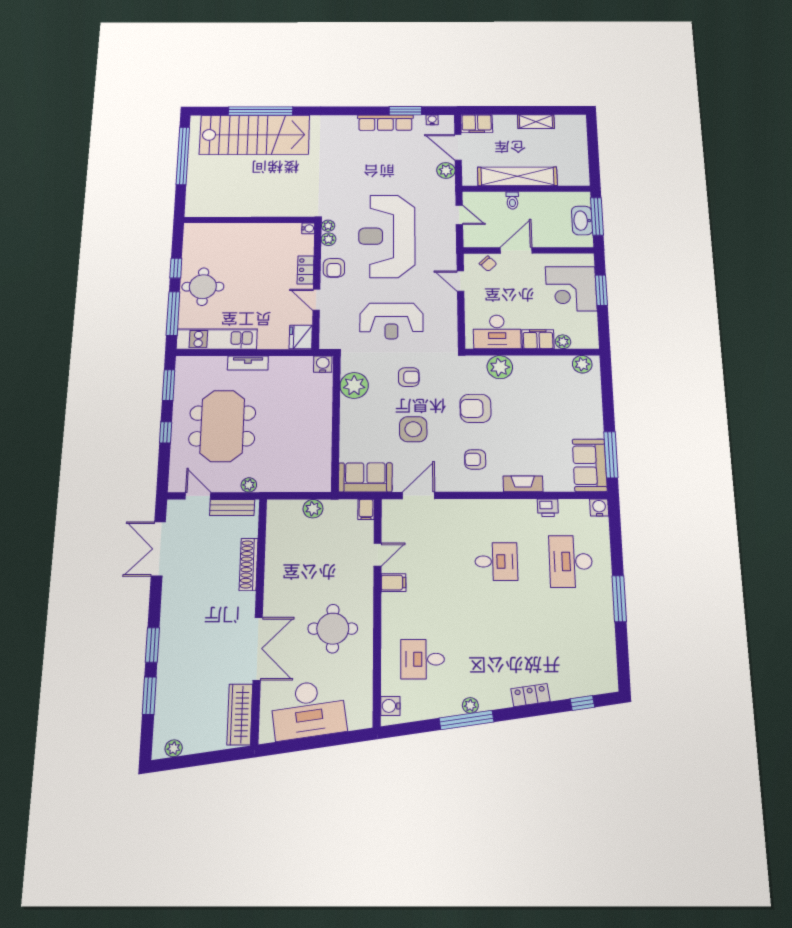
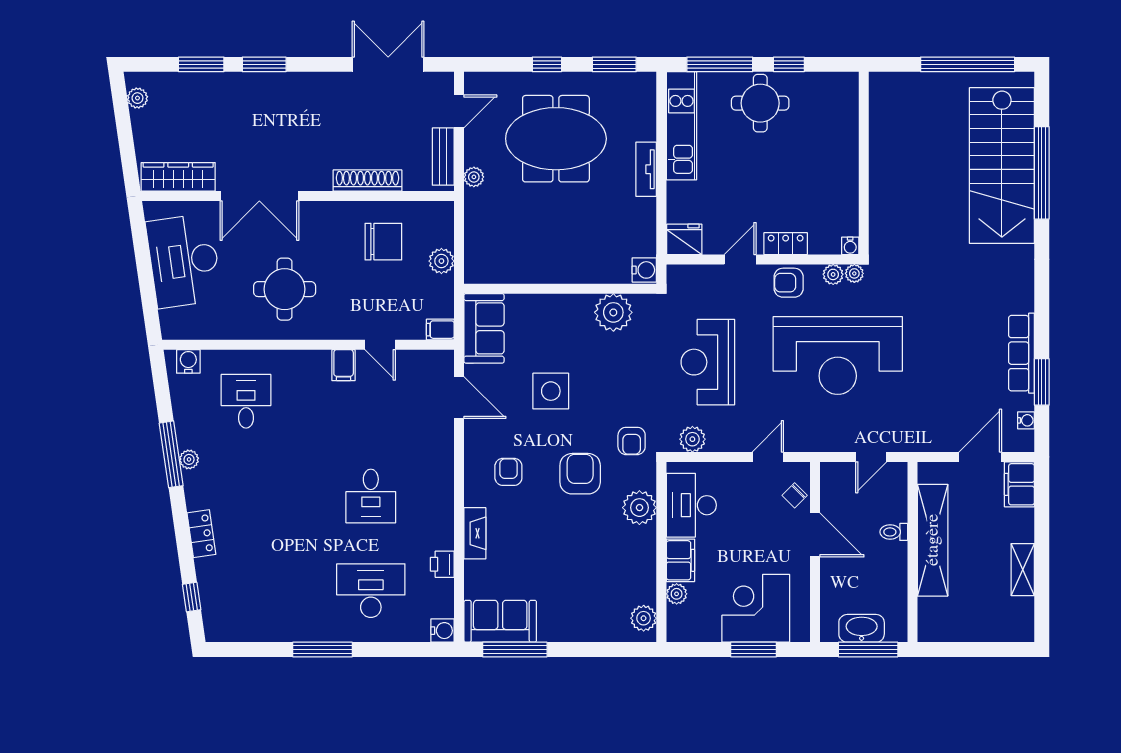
plant: (446, 170) -> (692, 439), moved
reception desk: (387, 236) -> (838, 356), turned 180
armchair: (409, 377) -> (632, 441), moved
chair: (297, 552) -> (383, 242), added

